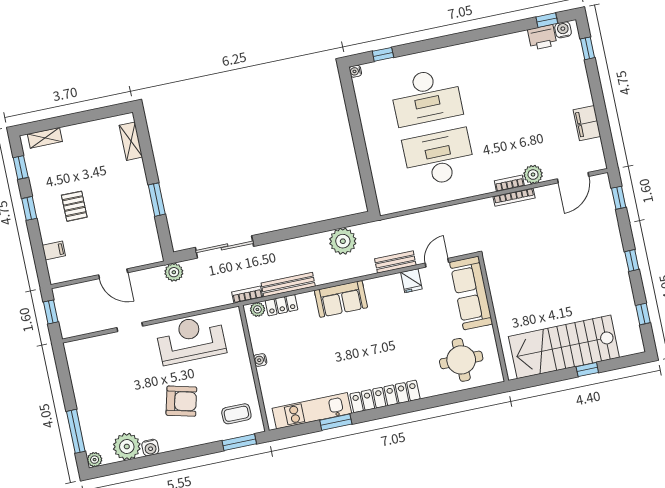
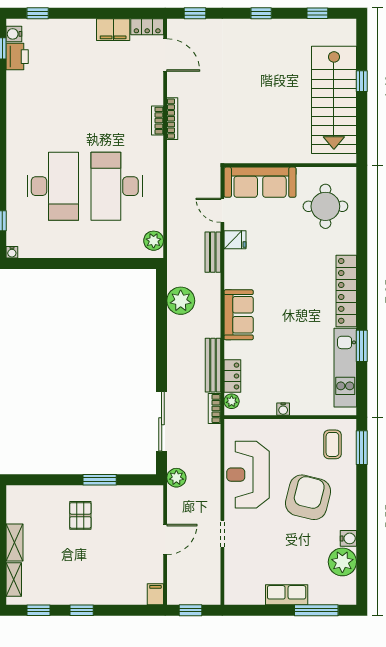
shelving: (131, 141) -> (14, 543), moved, turned 90
locker: (596, 155) -> (147, 27), added
plant: (533, 175) -> (154, 241), moved
pallet: (74, 206) -> (80, 515), moved, turned 90
filing cabinet: (54, 251) -> (155, 594), moved
row of seats: (85, 400) -> (287, 595), added
armchair: (181, 401) -> (308, 497), width x1.36, depth x1.36
plant: (95, 460) -> (349, 597), removed

